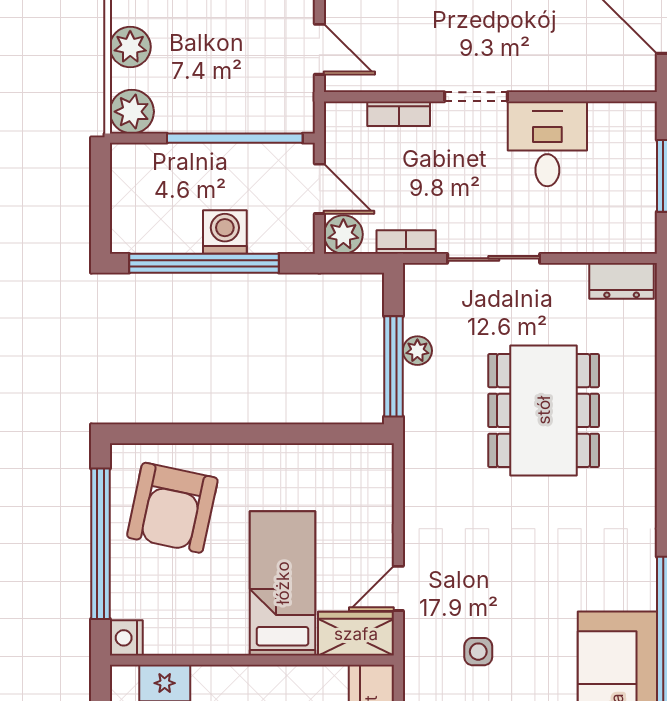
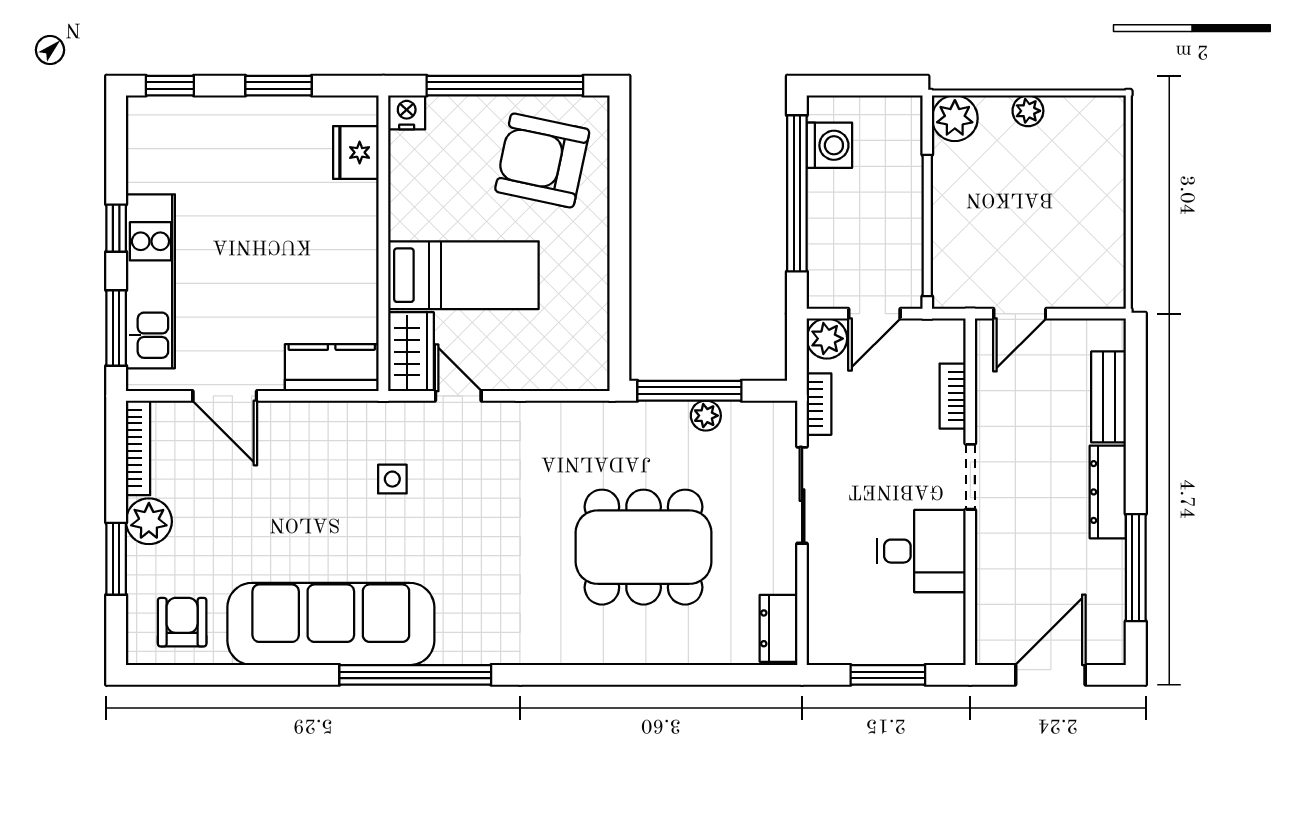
plant: (130, 47) -> (1028, 111), width x0.73, depth x0.73
washing machine: (225, 232) -> (829, 145), moved

